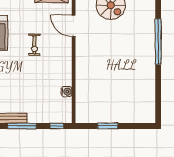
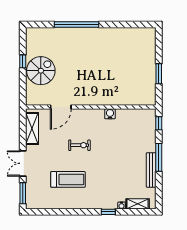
water cooler: (67, 92) -> (110, 114), moved

